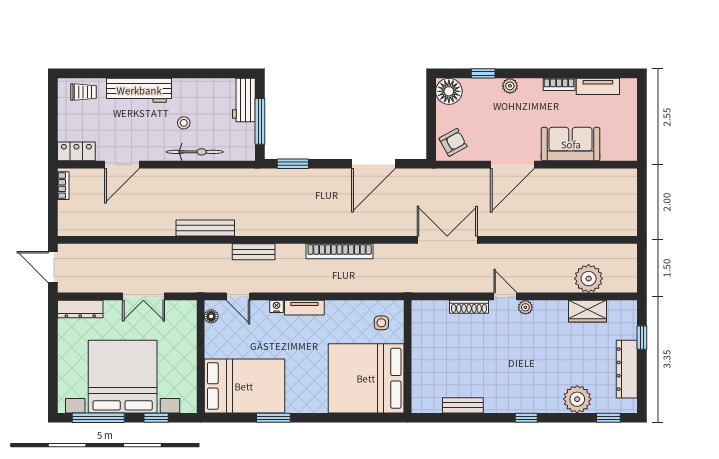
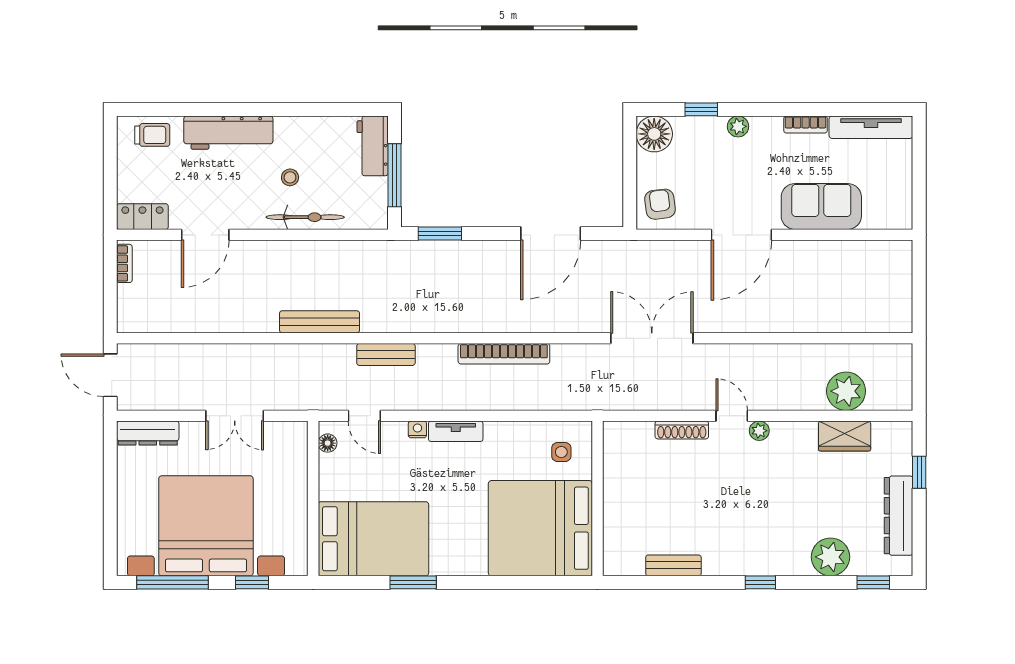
tv unit: (598, 86) -> (871, 127), width x1.41
armchair: (453, 142) -> (660, 204), turned -68

